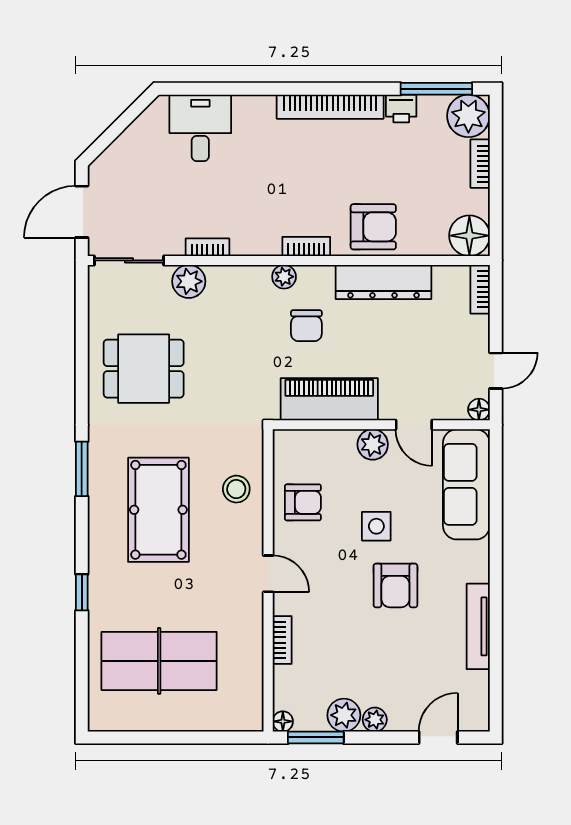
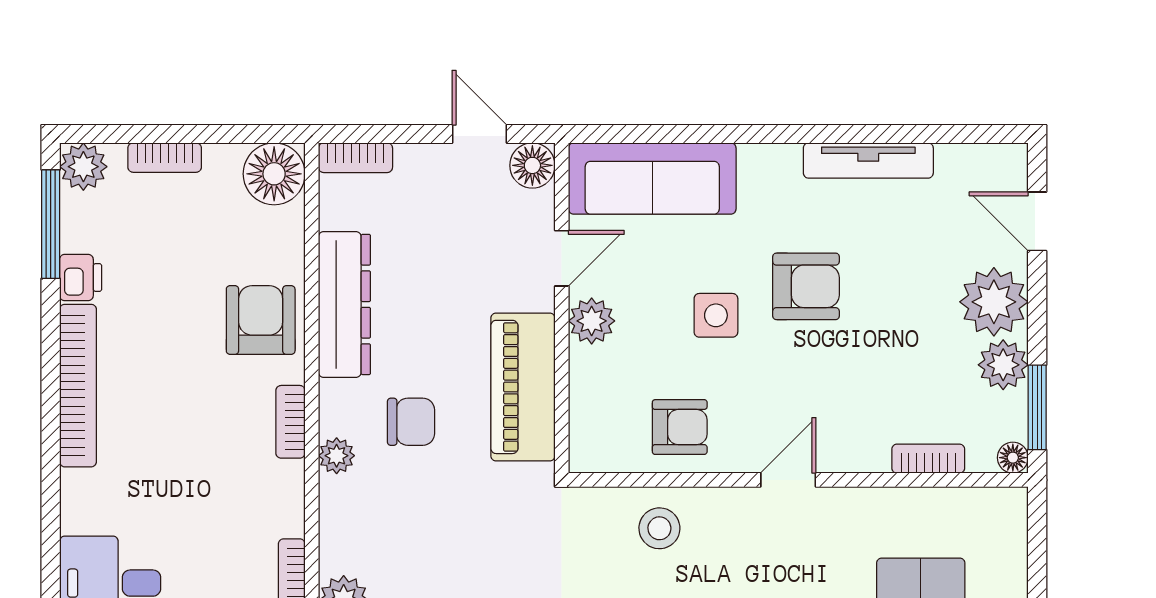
plant: (468, 116) -> (83, 167), width x0.73, depth x0.73
floor lamp: (479, 410) -> (532, 165), width x1.37, depth x1.37
armchair: (303, 502) -> (680, 427), turned 90
bookcase: (282, 640) -> (928, 459), moved
plant: (375, 720) -> (994, 302), width x1.87, depth x1.87

